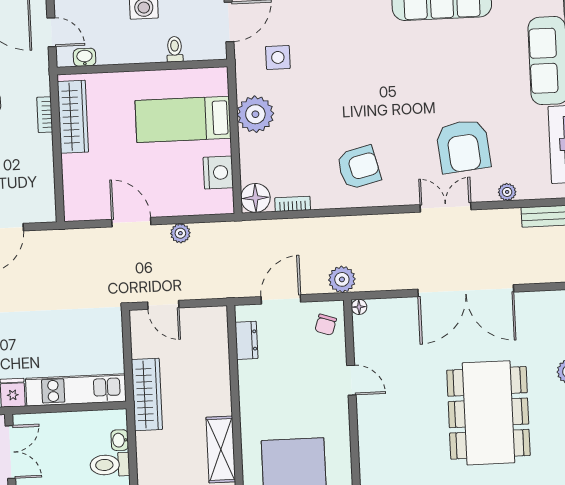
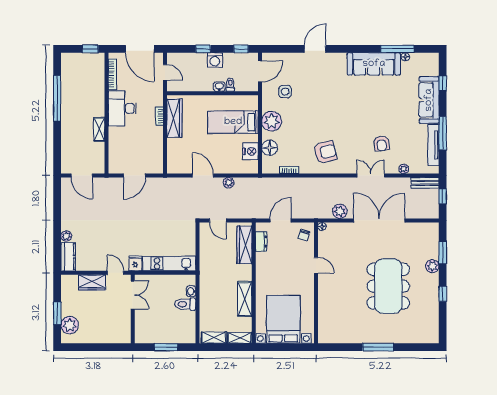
washbasin: (85, 57) -> (219, 87), moved
armchair: (463, 146) -> (382, 143), width x0.53, depth x0.53
floor lamp: (255, 198) -> (270, 148), moved
plant: (342, 279) -> (340, 211), moved
double door: (466, 291) -> (379, 220), swing flipped
wardrobe: (147, 395) -> (244, 245), moved, turned 180

